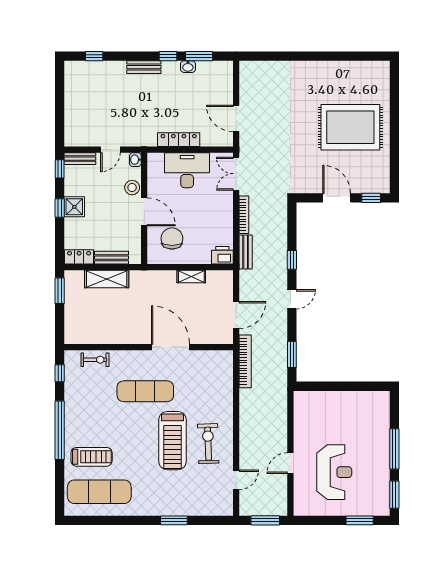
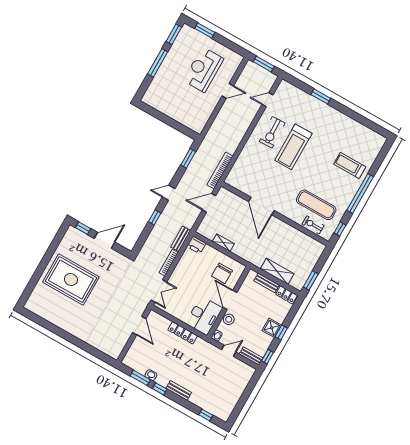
desk: (187, 170) -> (204, 316), moved, turned -90
door: (337, 198) -> (105, 240), swing flipped
exercise mat: (145, 391) -> (316, 205), moved
treadmill: (172, 441) -> (293, 147), turned 180
exercise mat: (99, 492) -> (357, 141), removed

